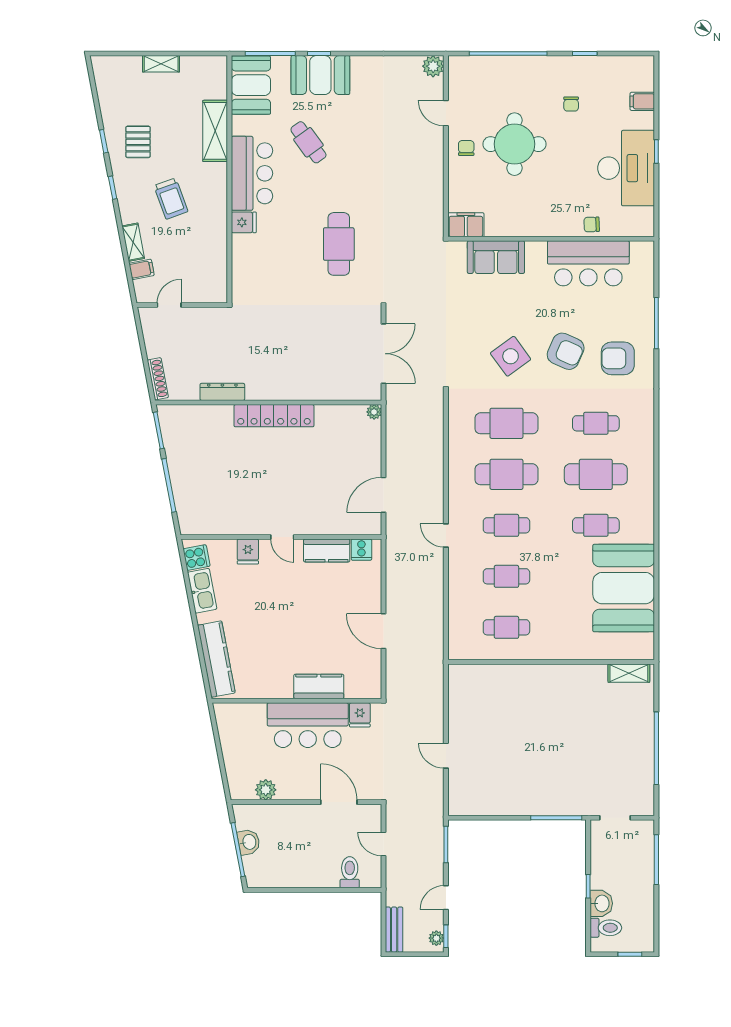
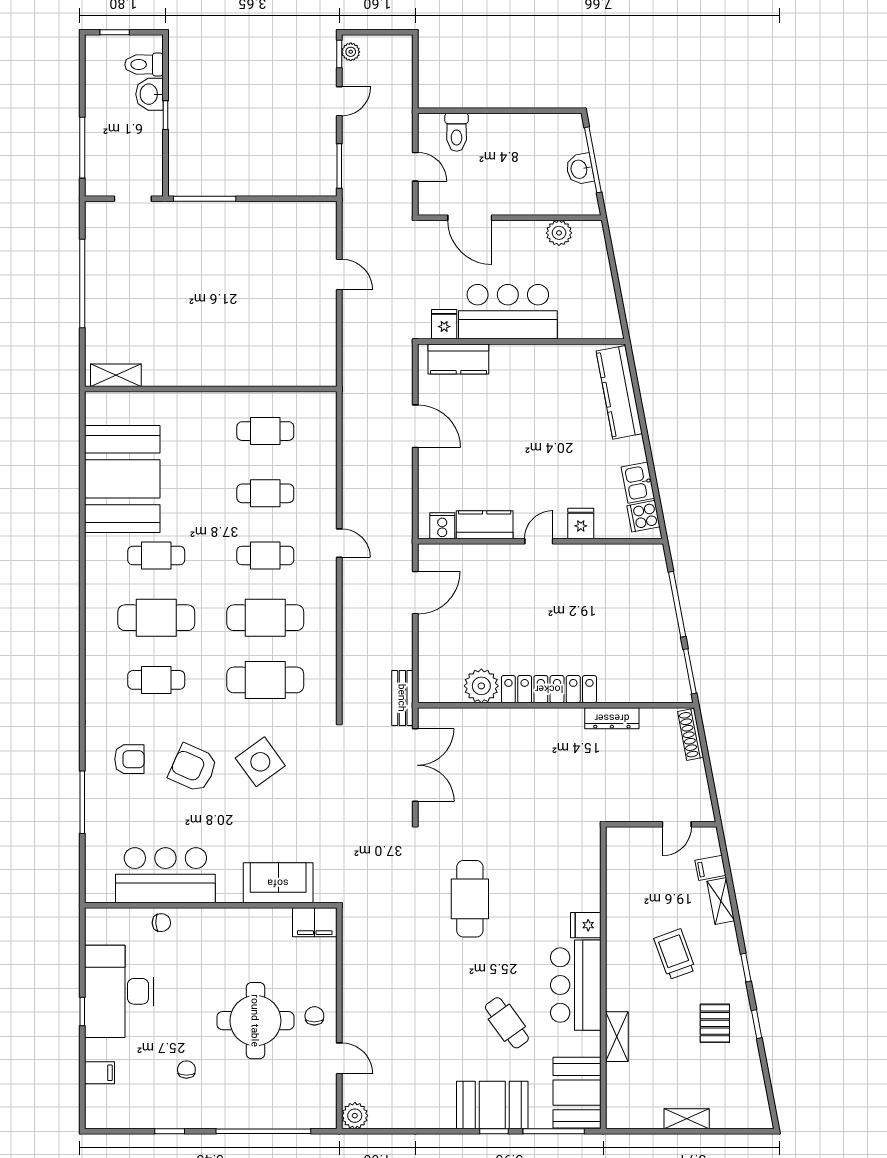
shelving: (215, 131) -> (617, 1037), width x0.67, depth x0.75
chair: (466, 148) -> (314, 1016), turned 180
double door: (383, 354) -> (415, 765), swing flipped
armchair: (618, 358) -> (129, 759), width x0.72, depth x0.72
plant: (374, 412) -> (481, 686), moved, width x1.88, depth x1.88
door: (282, 537) -> (539, 541), hinge flipped
kitchen sink: (202, 591) -> (638, 483), width x0.73
kitchen counter: (319, 686) -> (458, 359), moved
bench: (394, 930) -> (402, 698), moved

